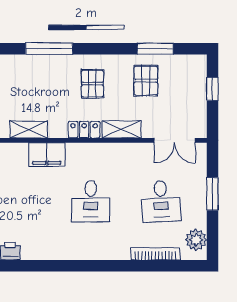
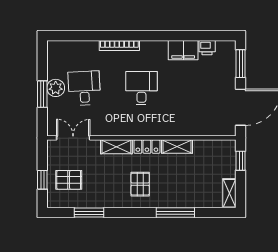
pallet: (146, 81) -> (69, 180), moved, turned 90
shelving: (29, 130) -> (177, 147), moved
filing cabinet: (47, 154) -> (183, 50), moved, turned 180
plant: (196, 240) -> (56, 88), moved
bookcase: (155, 254) -> (119, 45), moved

